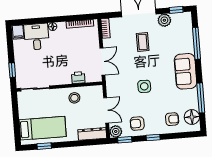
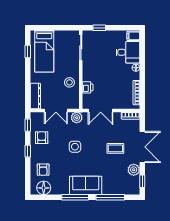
window: (201, 98) -> (75, 197), moved
plant: (116, 131) -> (77, 118), moved

